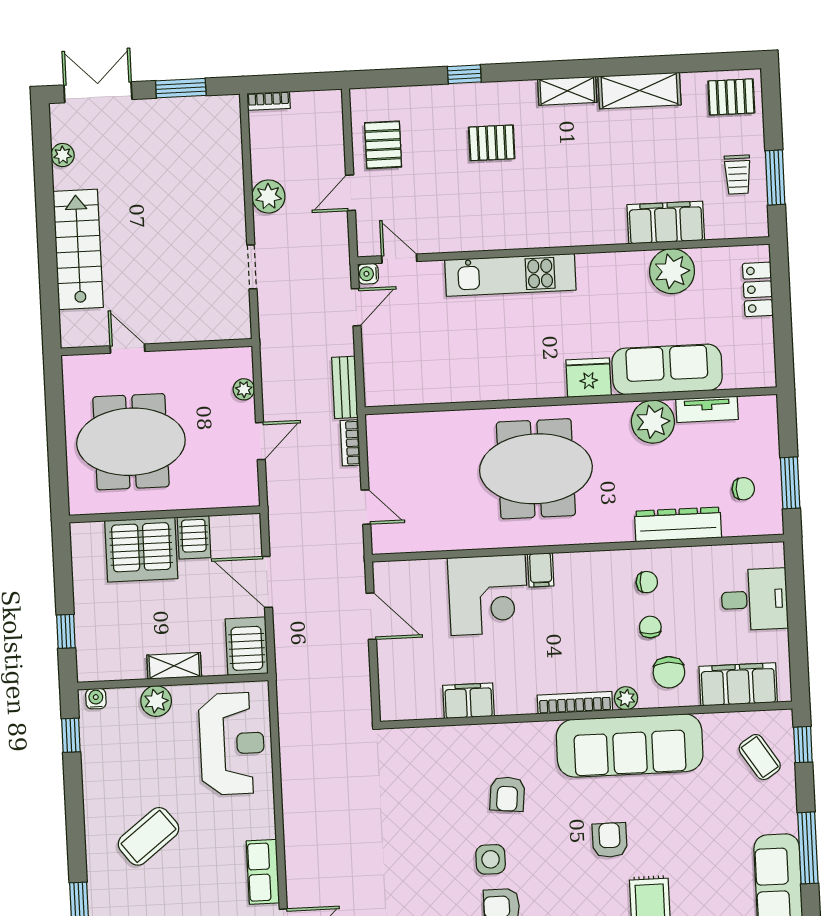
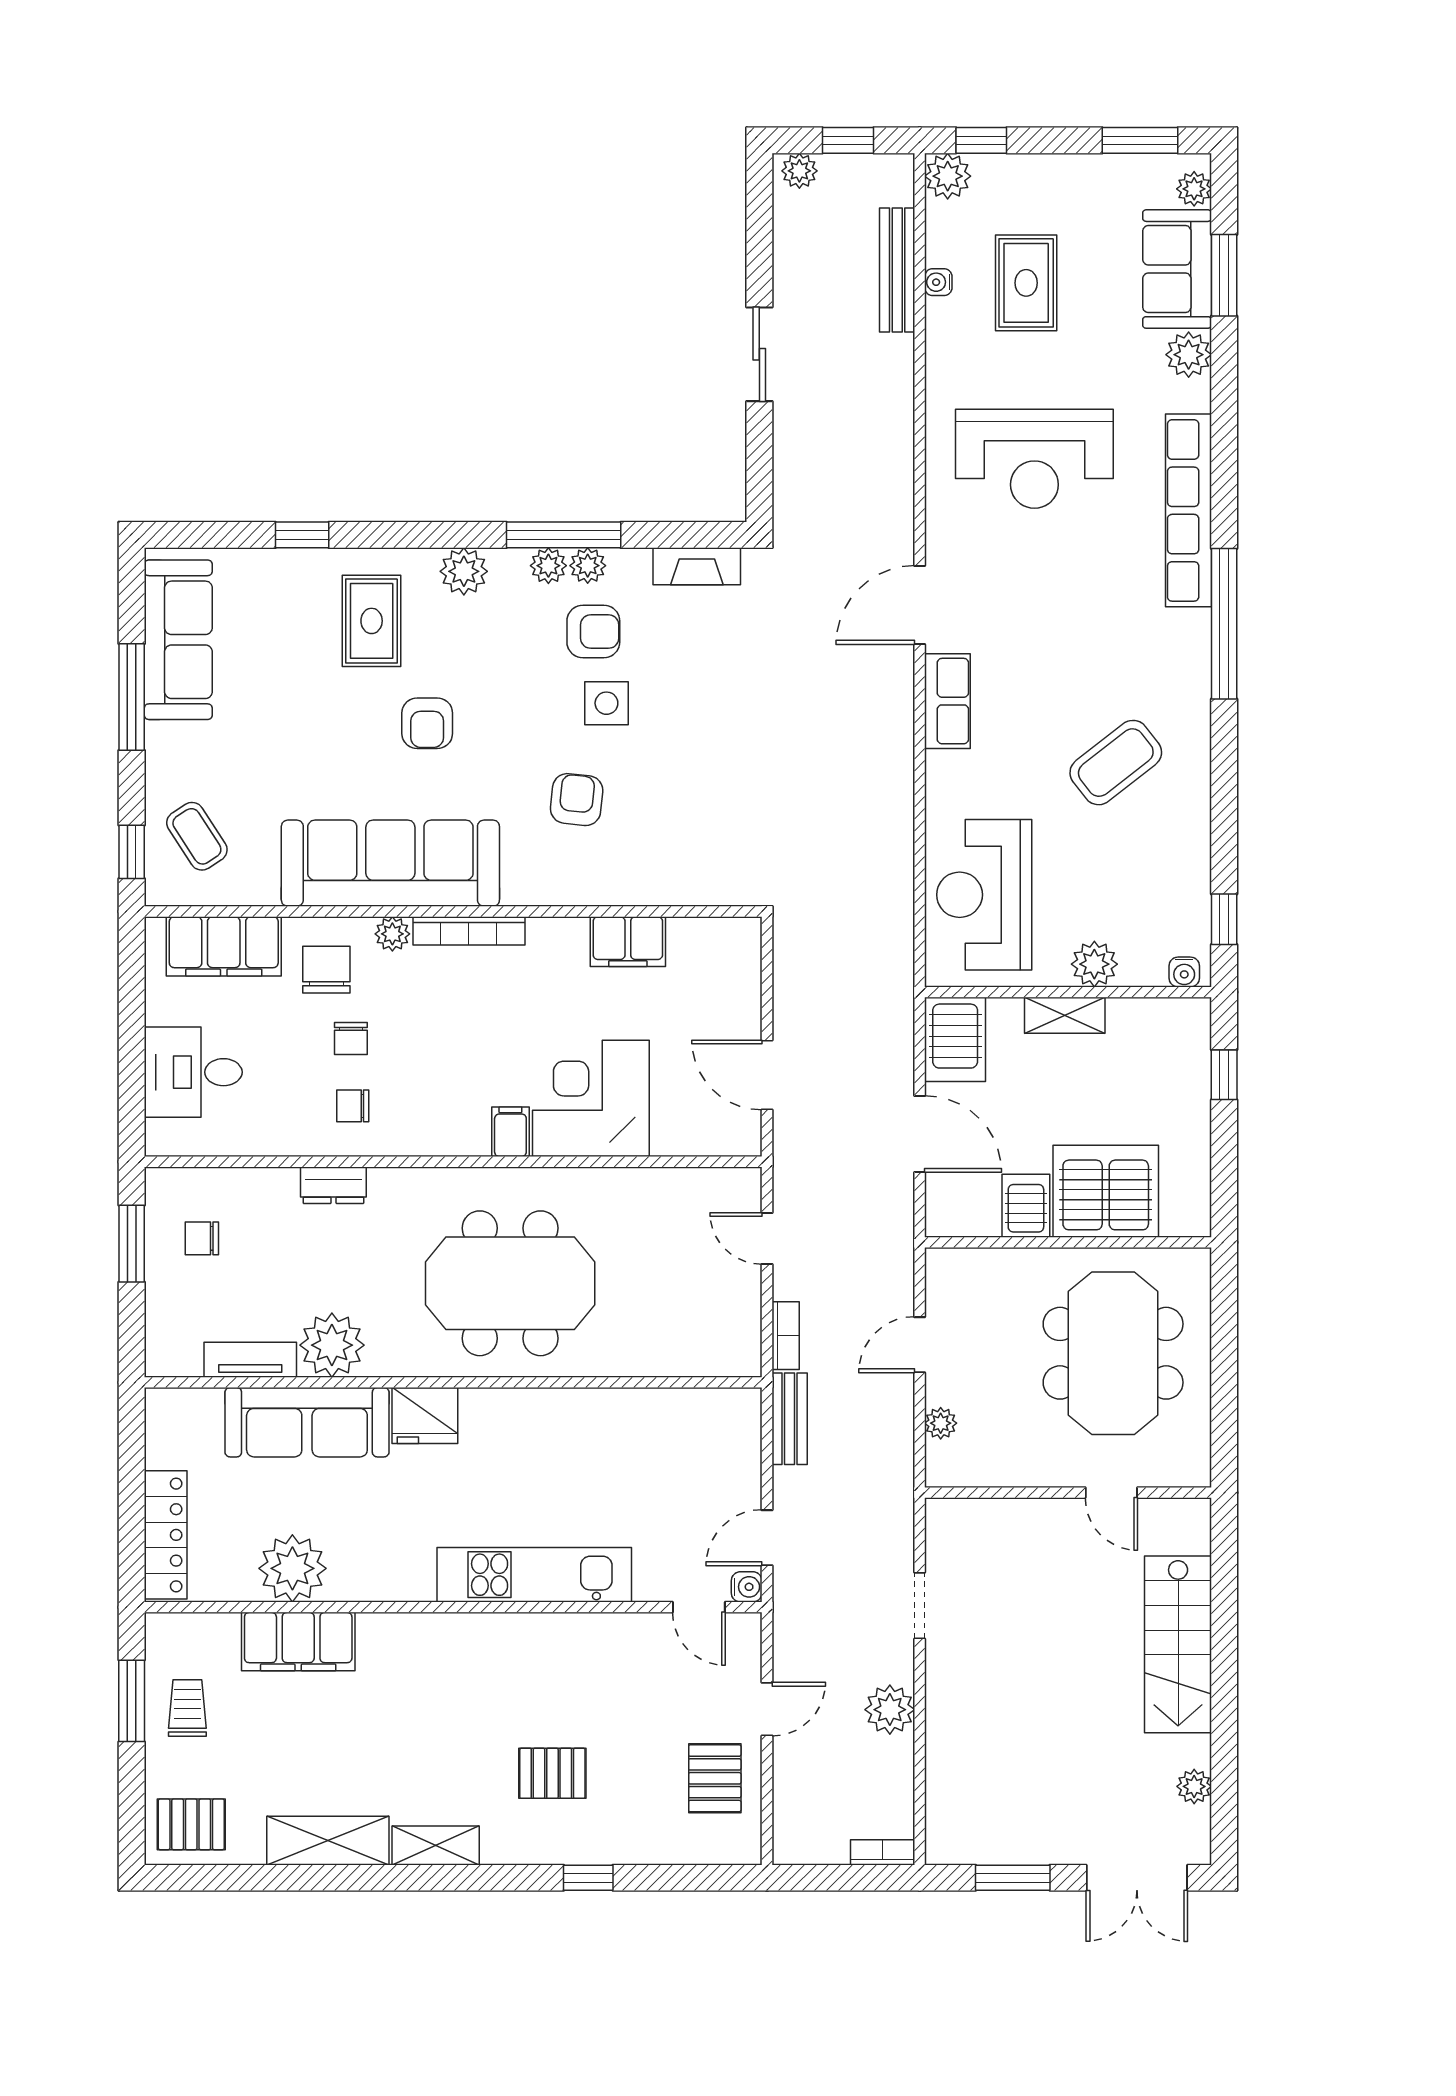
locker: (758, 289) -> (166, 1535), width x1.53
meeting table: (131, 442) -> (1113, 1353), turned 90
dresser: (678, 524) -> (333, 1185), width x0.51, depth x0.80

